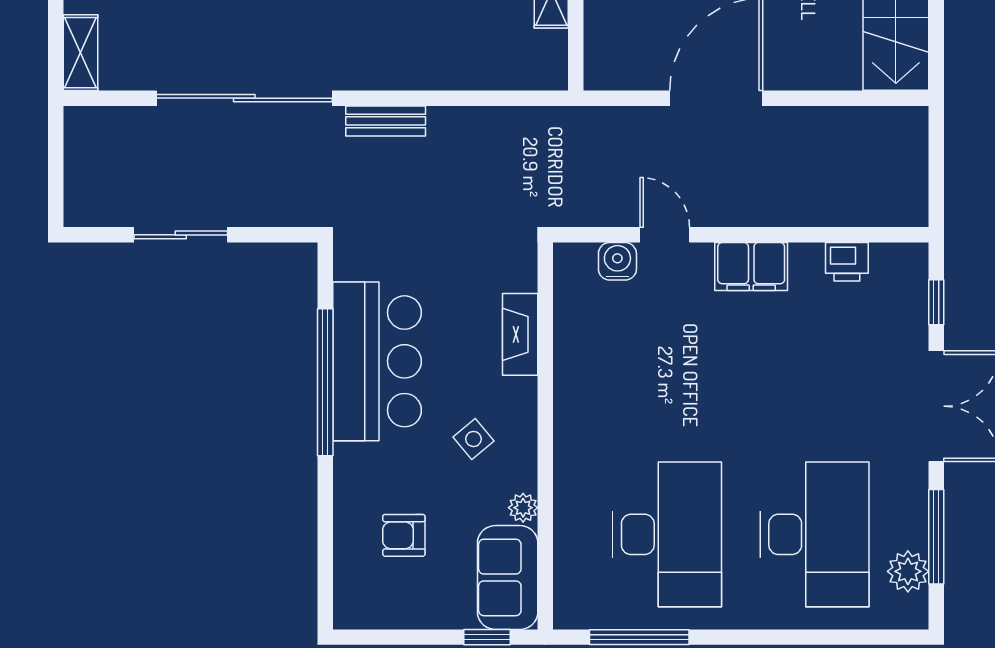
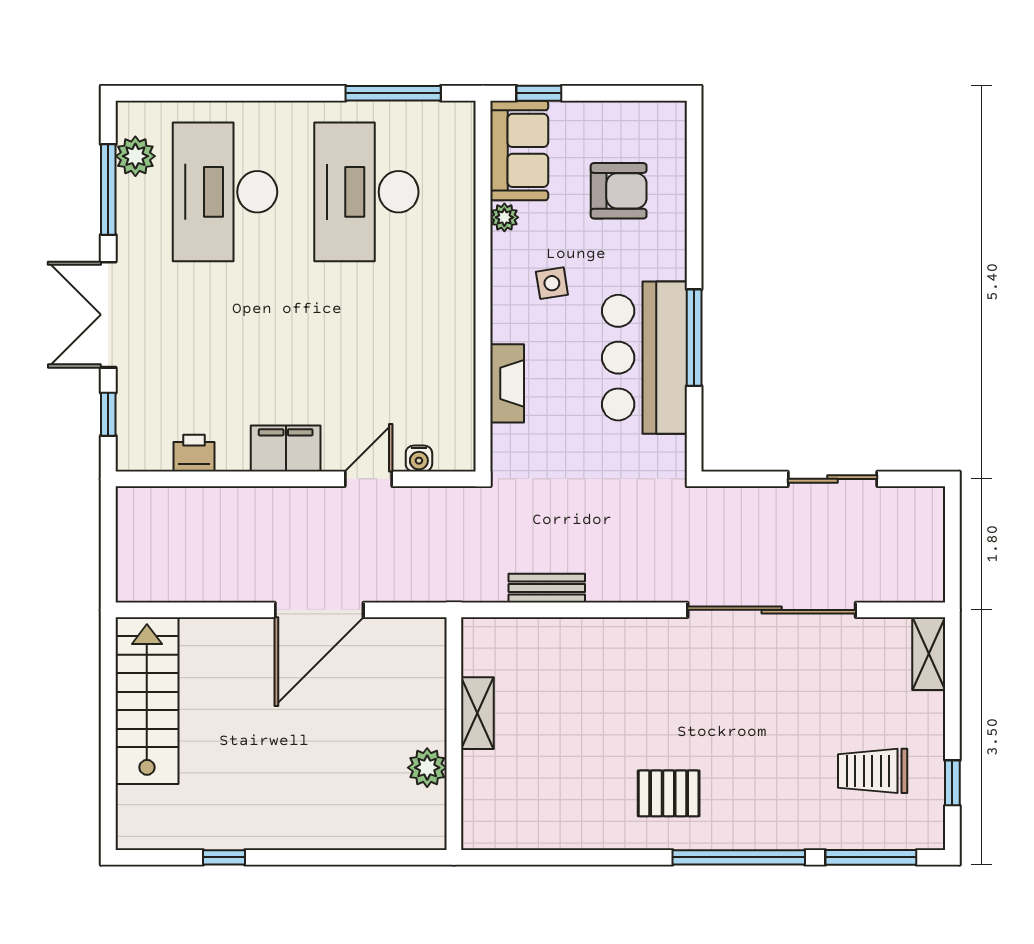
bench: (386, 121) -> (547, 588), moved
door: (665, 235) -> (369, 479), swing flipped
water cooler: (617, 261) -> (419, 459), width x0.72, depth x0.72
window: (325, 382) -> (694, 338), width x0.68
side table: (473, 439) -> (552, 283), turned 31
armchair: (404, 535) -> (619, 191), width x1.38, depth x1.38

